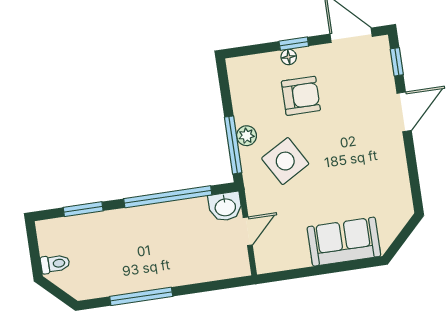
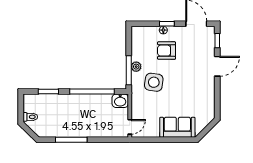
armchair: (301, 96) -> (167, 51), turned 180
side table: (285, 161) -> (154, 82), turned 38
door: (248, 231) -> (130, 127), moved

